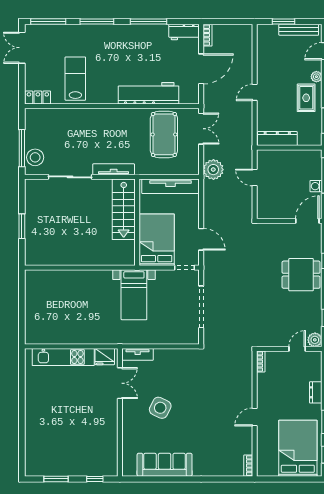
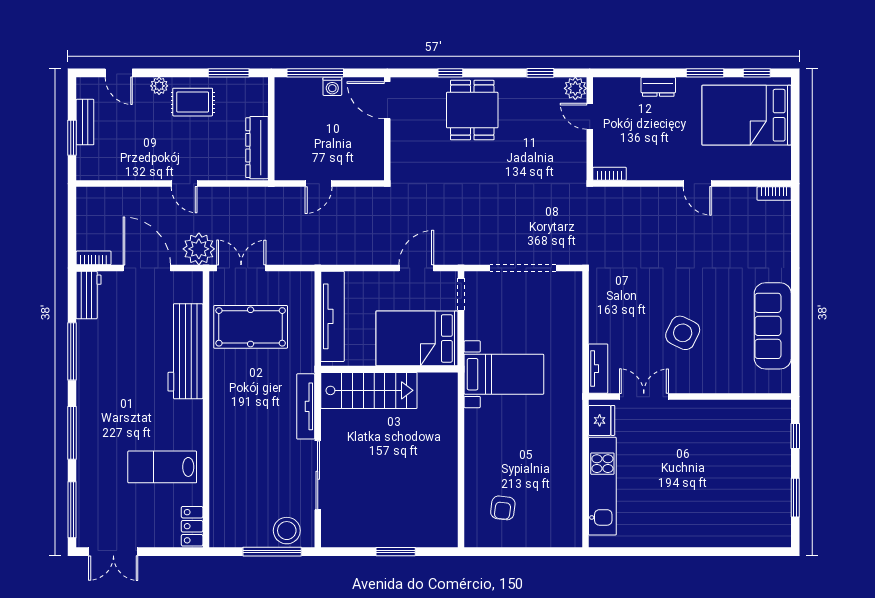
bench: (299, 30) -> (85, 122), width x0.73
plant: (213, 170) -> (199, 249), moved
armchair: (49, 294) -> (503, 508), added

